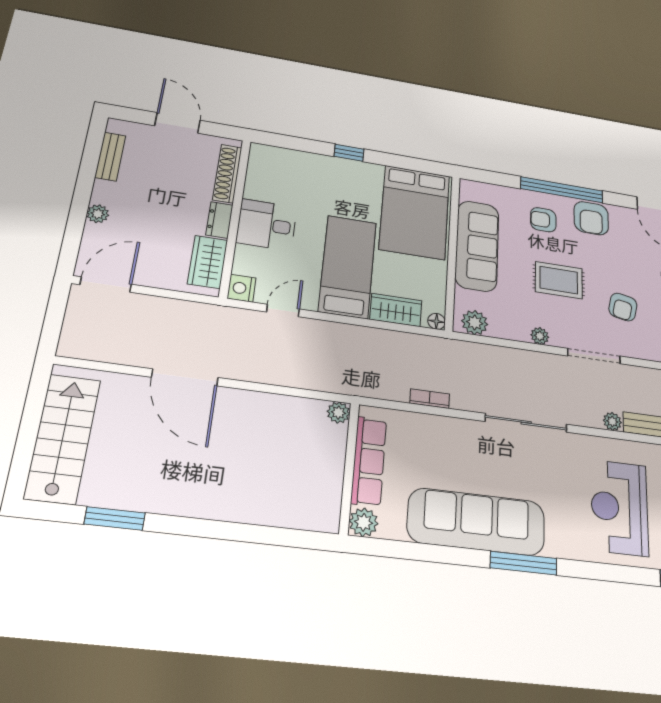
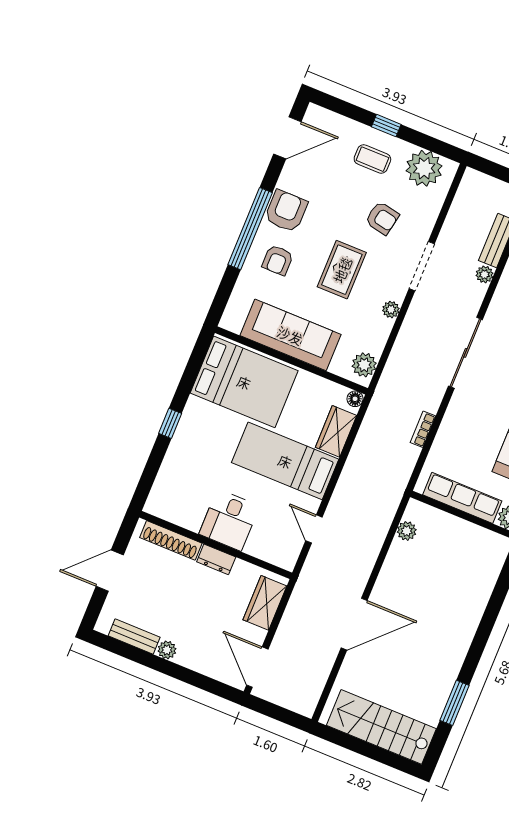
plant: (98, 214) -> (167, 650), moved
armchair: (591, 218) -> (286, 211), turned -90
wardrobe: (208, 262) -> (265, 603), moved, turned 90
nightstand: (242, 288) -> (285, 558), removed
plant: (338, 413) -> (407, 531), moved

